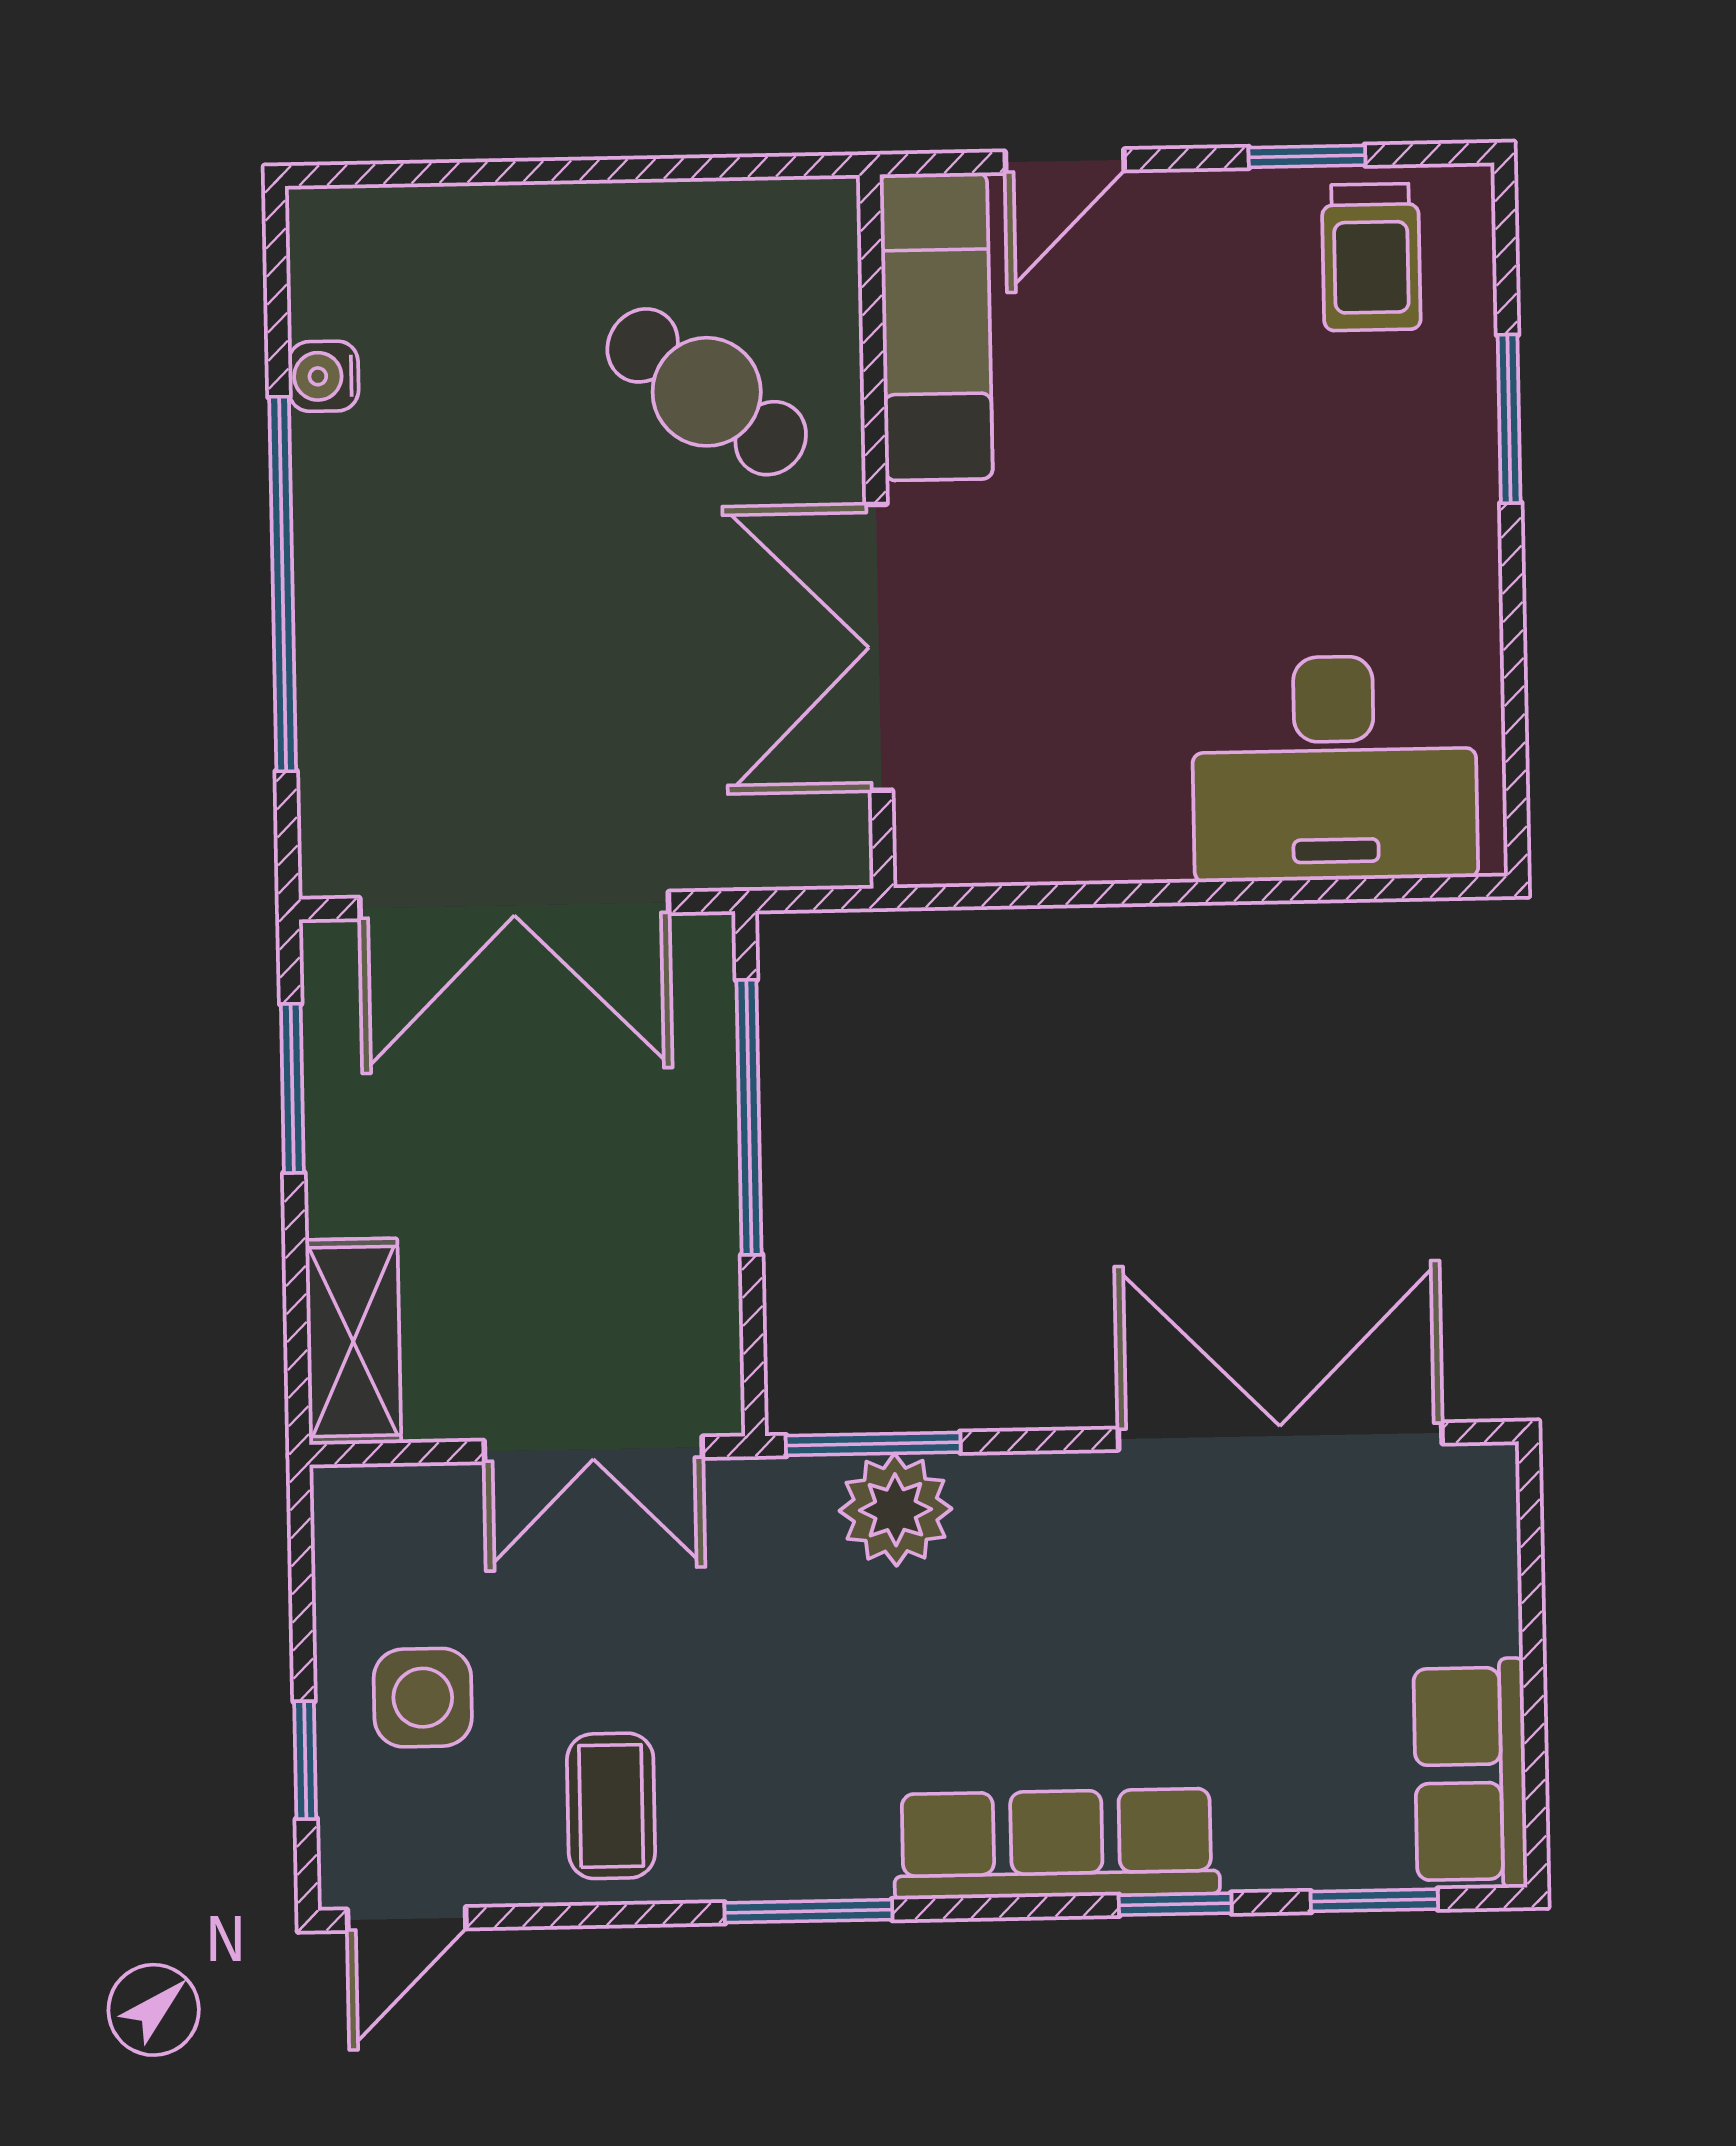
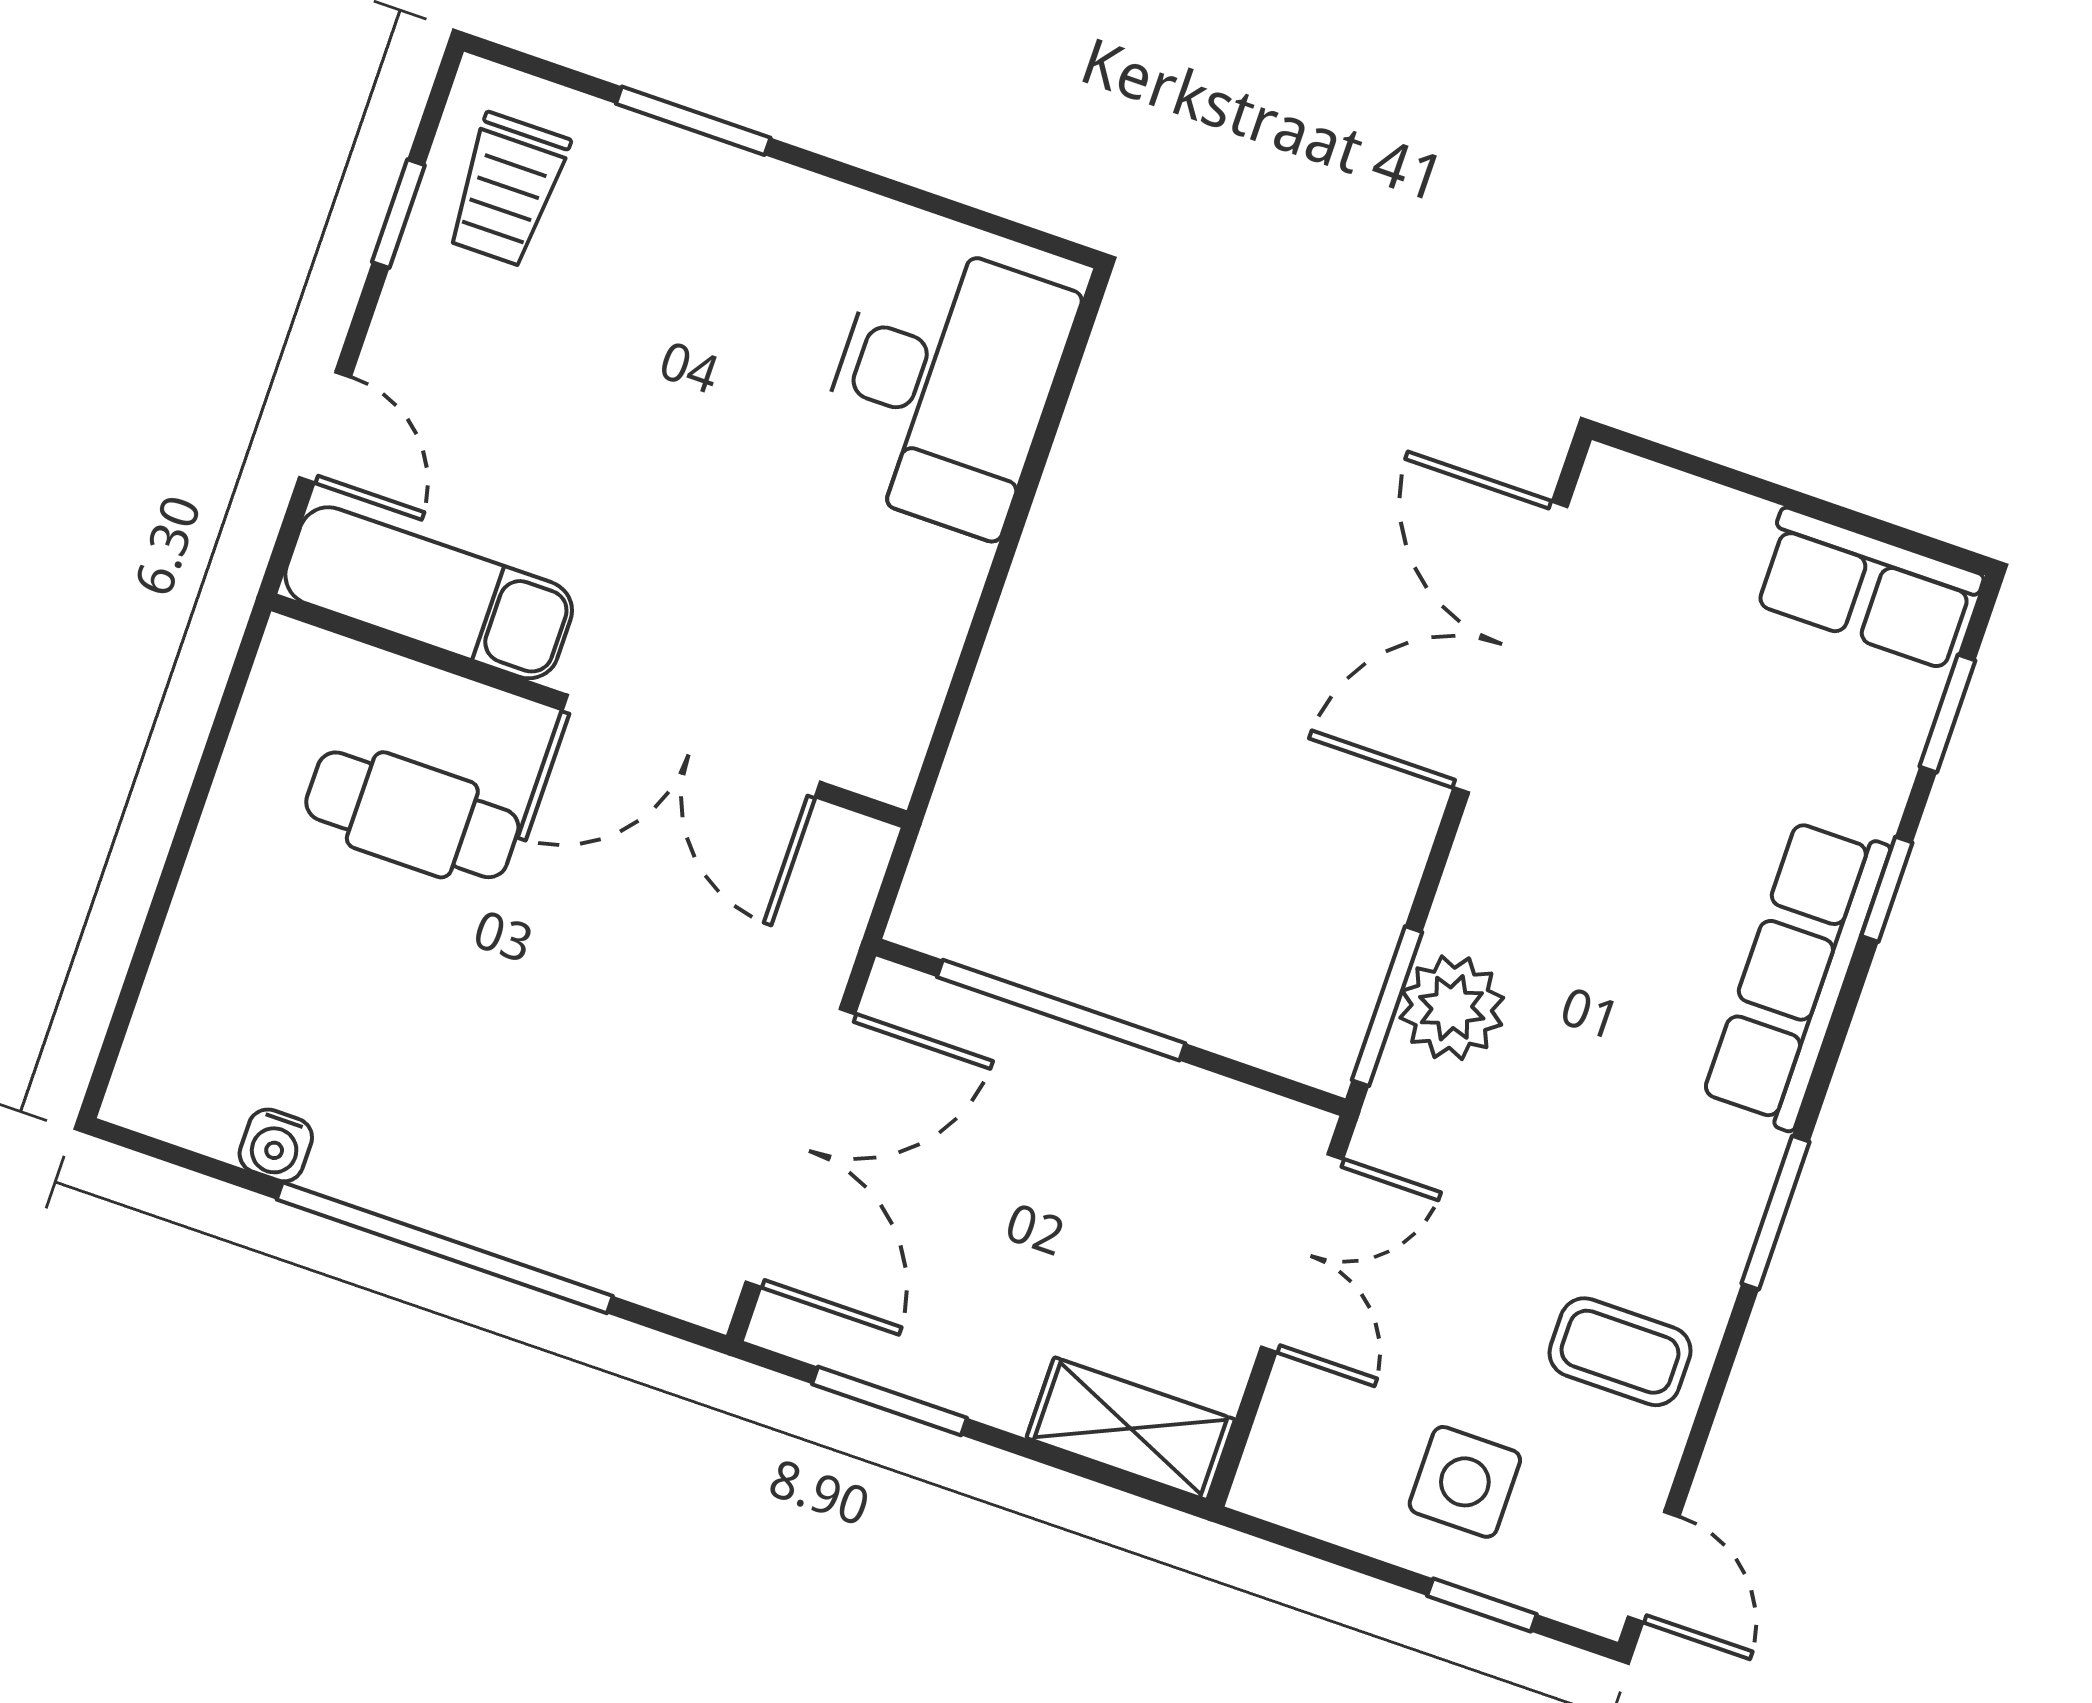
trolley: (1371, 257) -> (507, 190), turned 90
cafe table: (707, 392) -> (412, 815), turned 53

